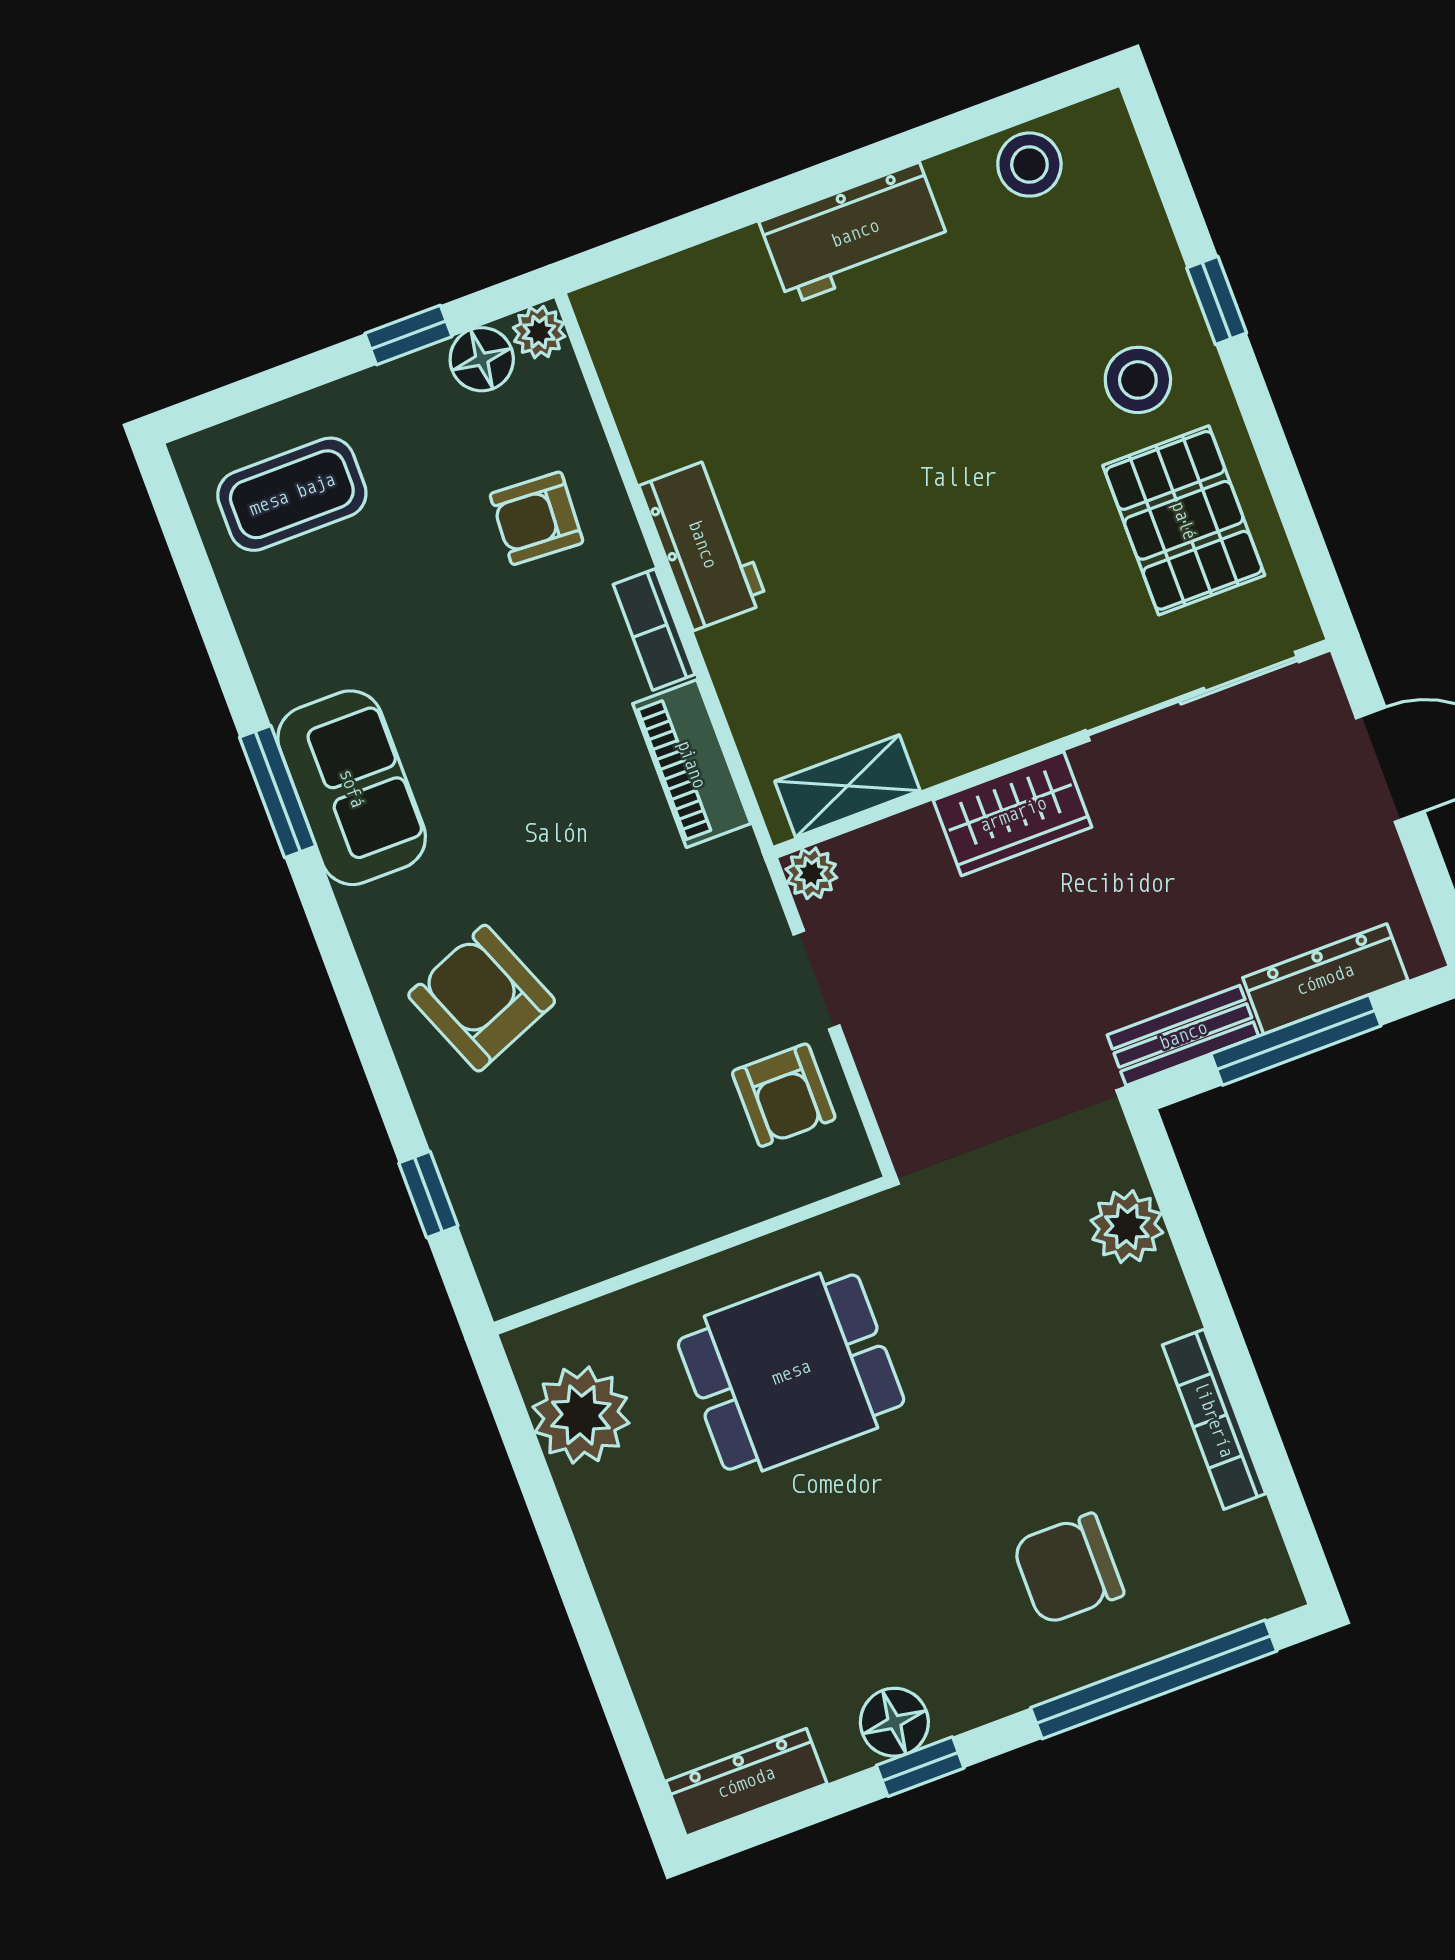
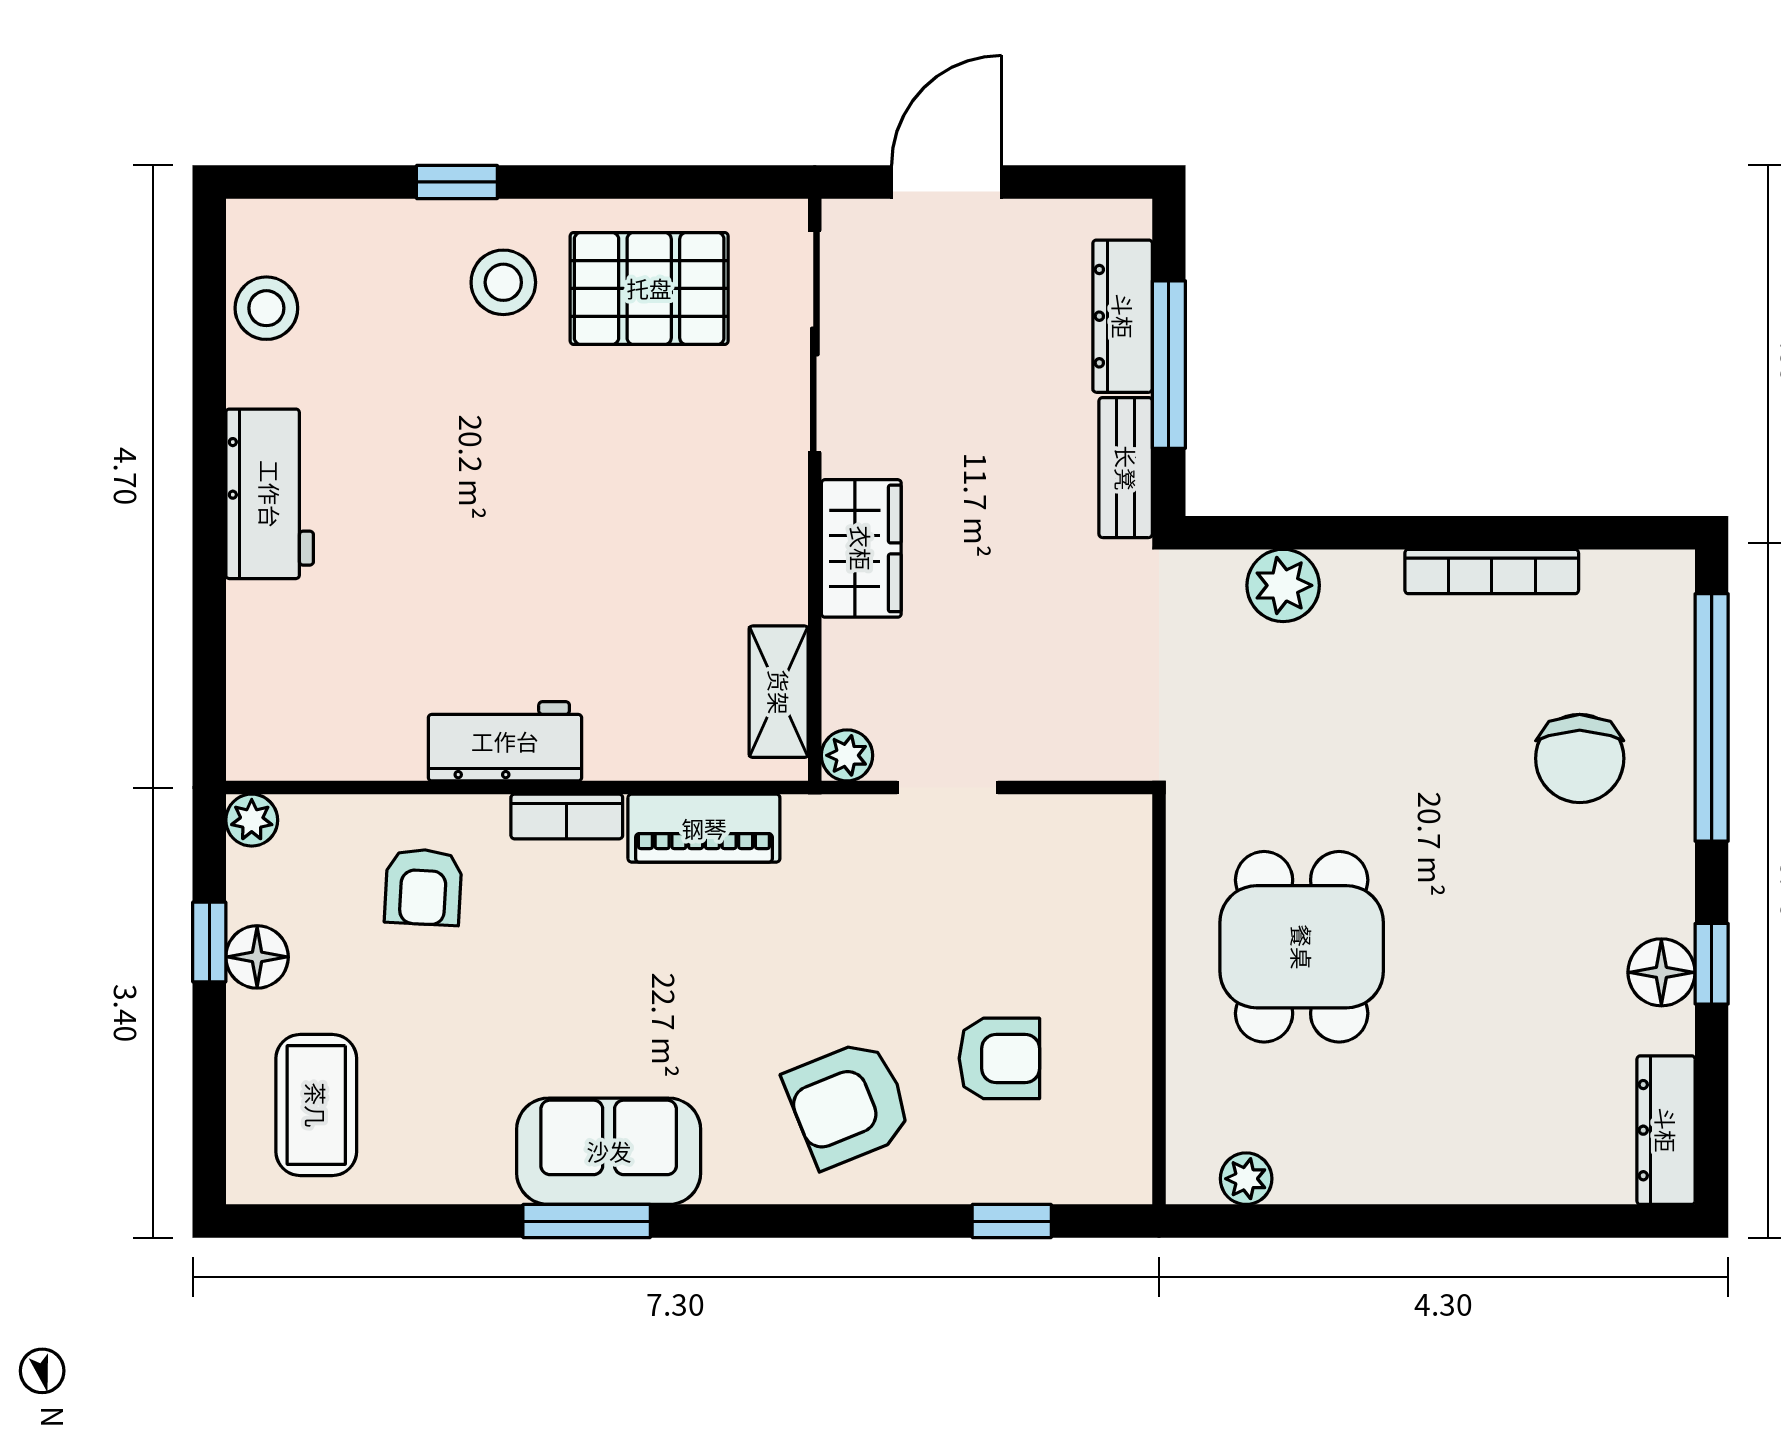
floor lamp: (482, 359) -> (257, 957), moved
armchair: (784, 1095) -> (999, 1058), moved
plant: (581, 1415) -> (1246, 1179), width x0.53, depth x0.53

